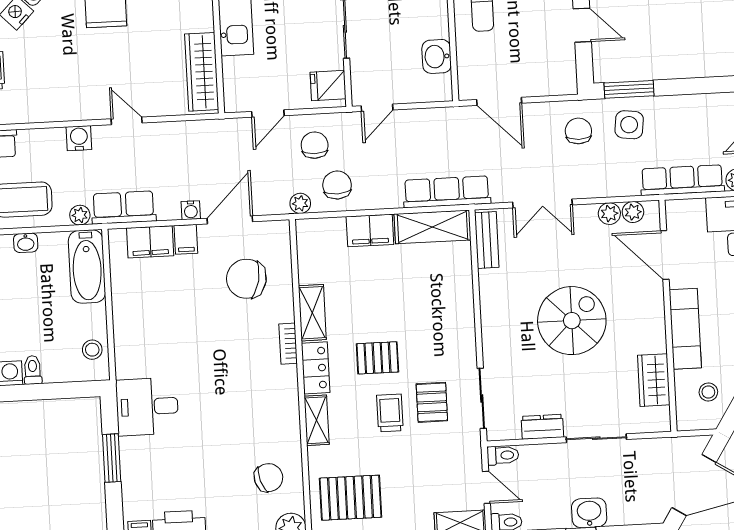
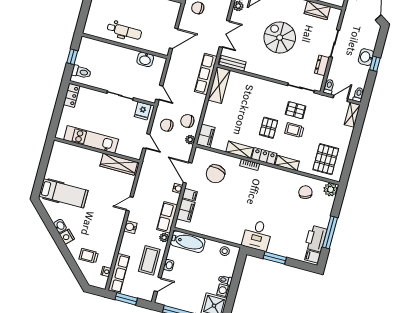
filing cabinet: (370, 230) -> (206, 136), moved

